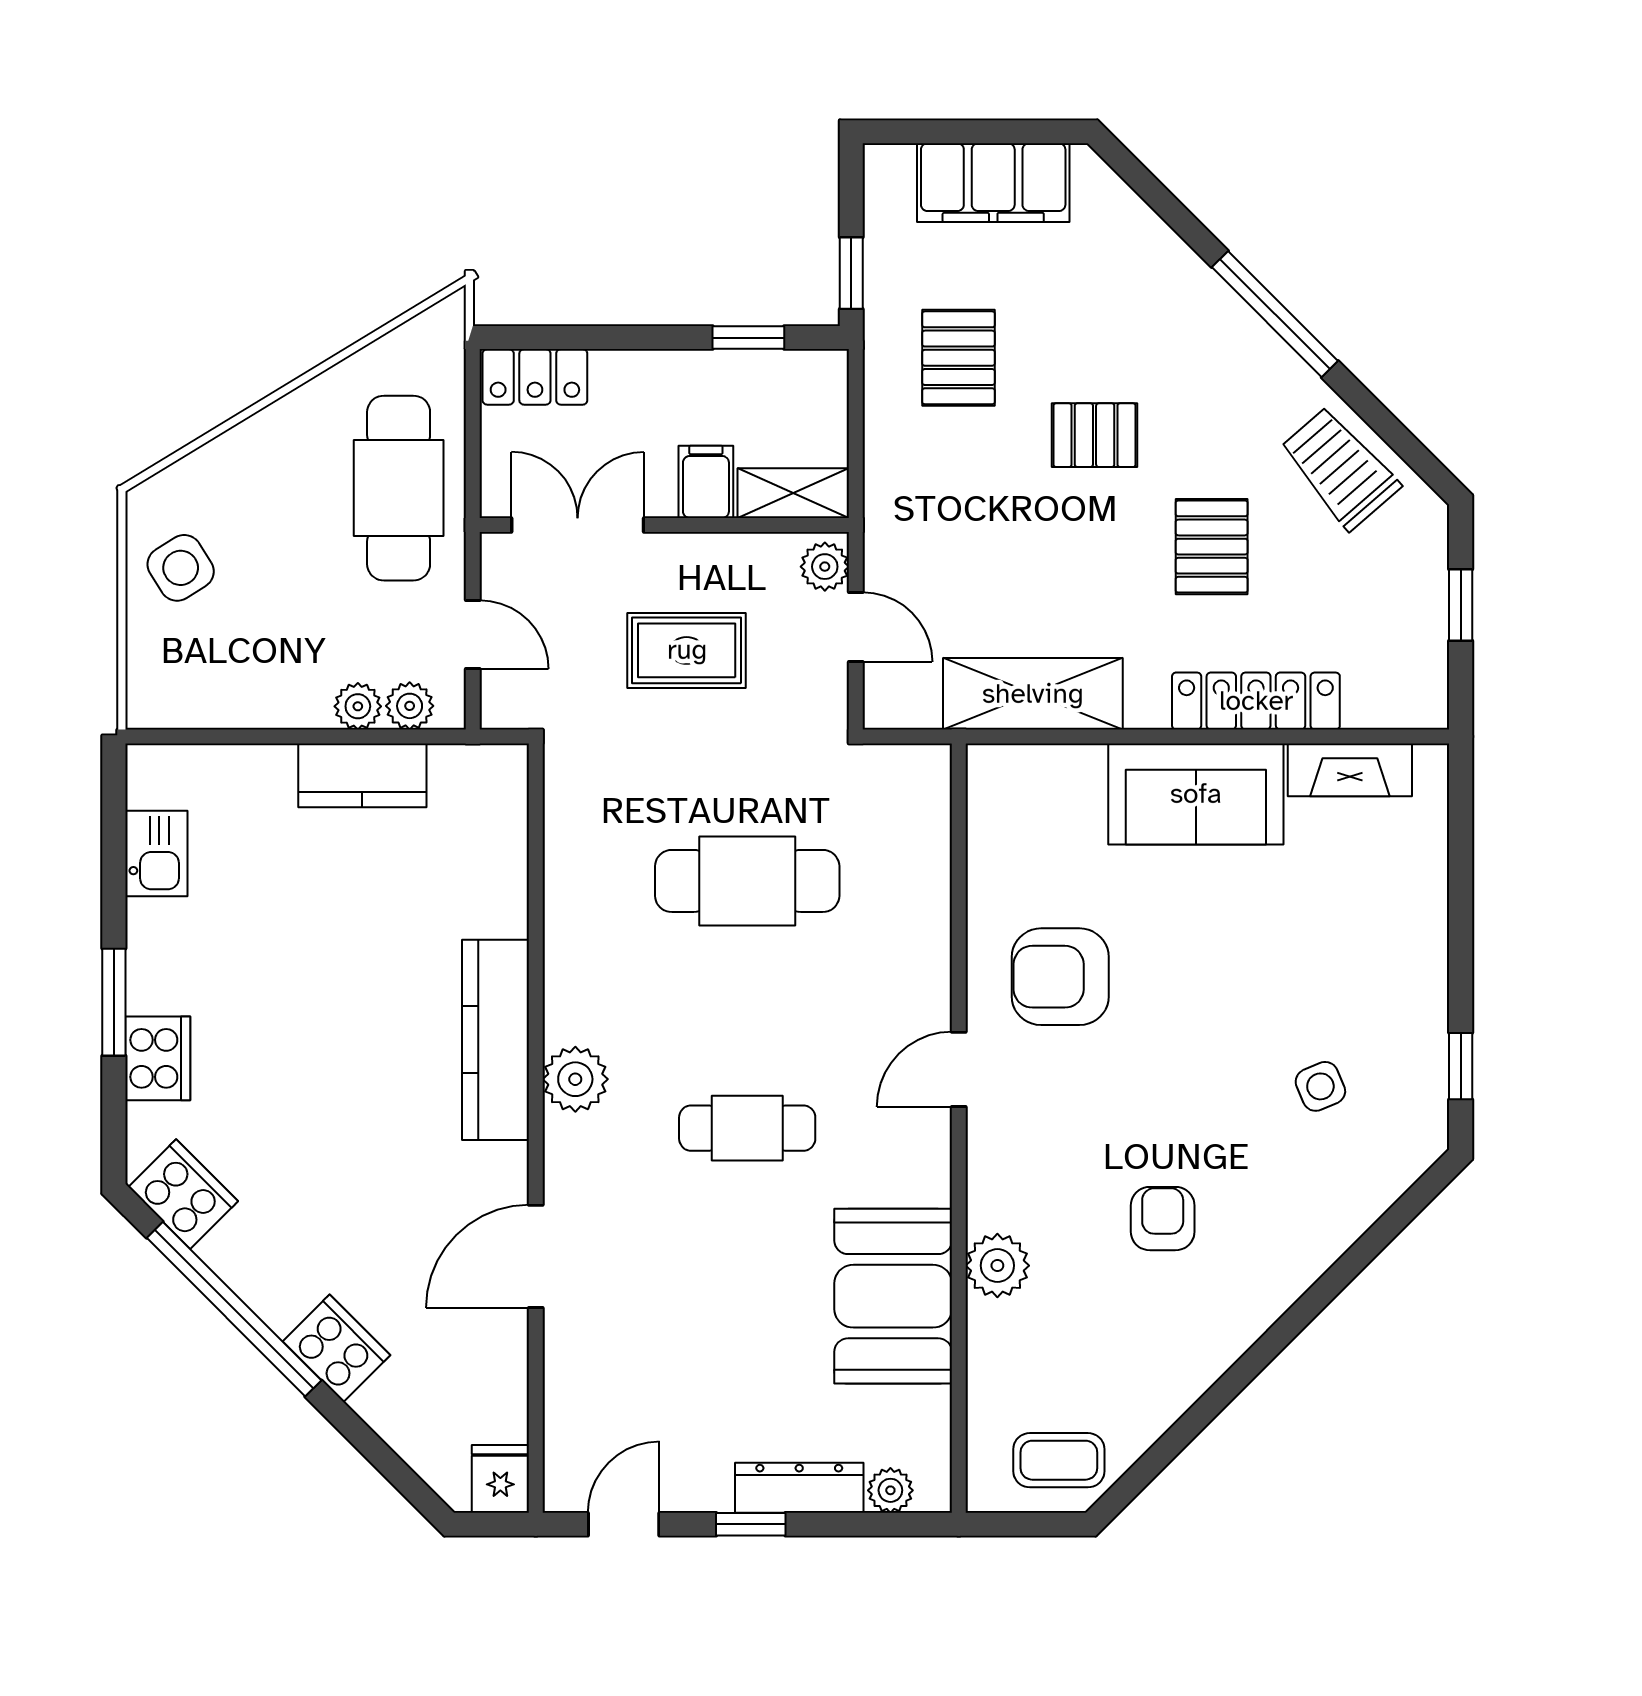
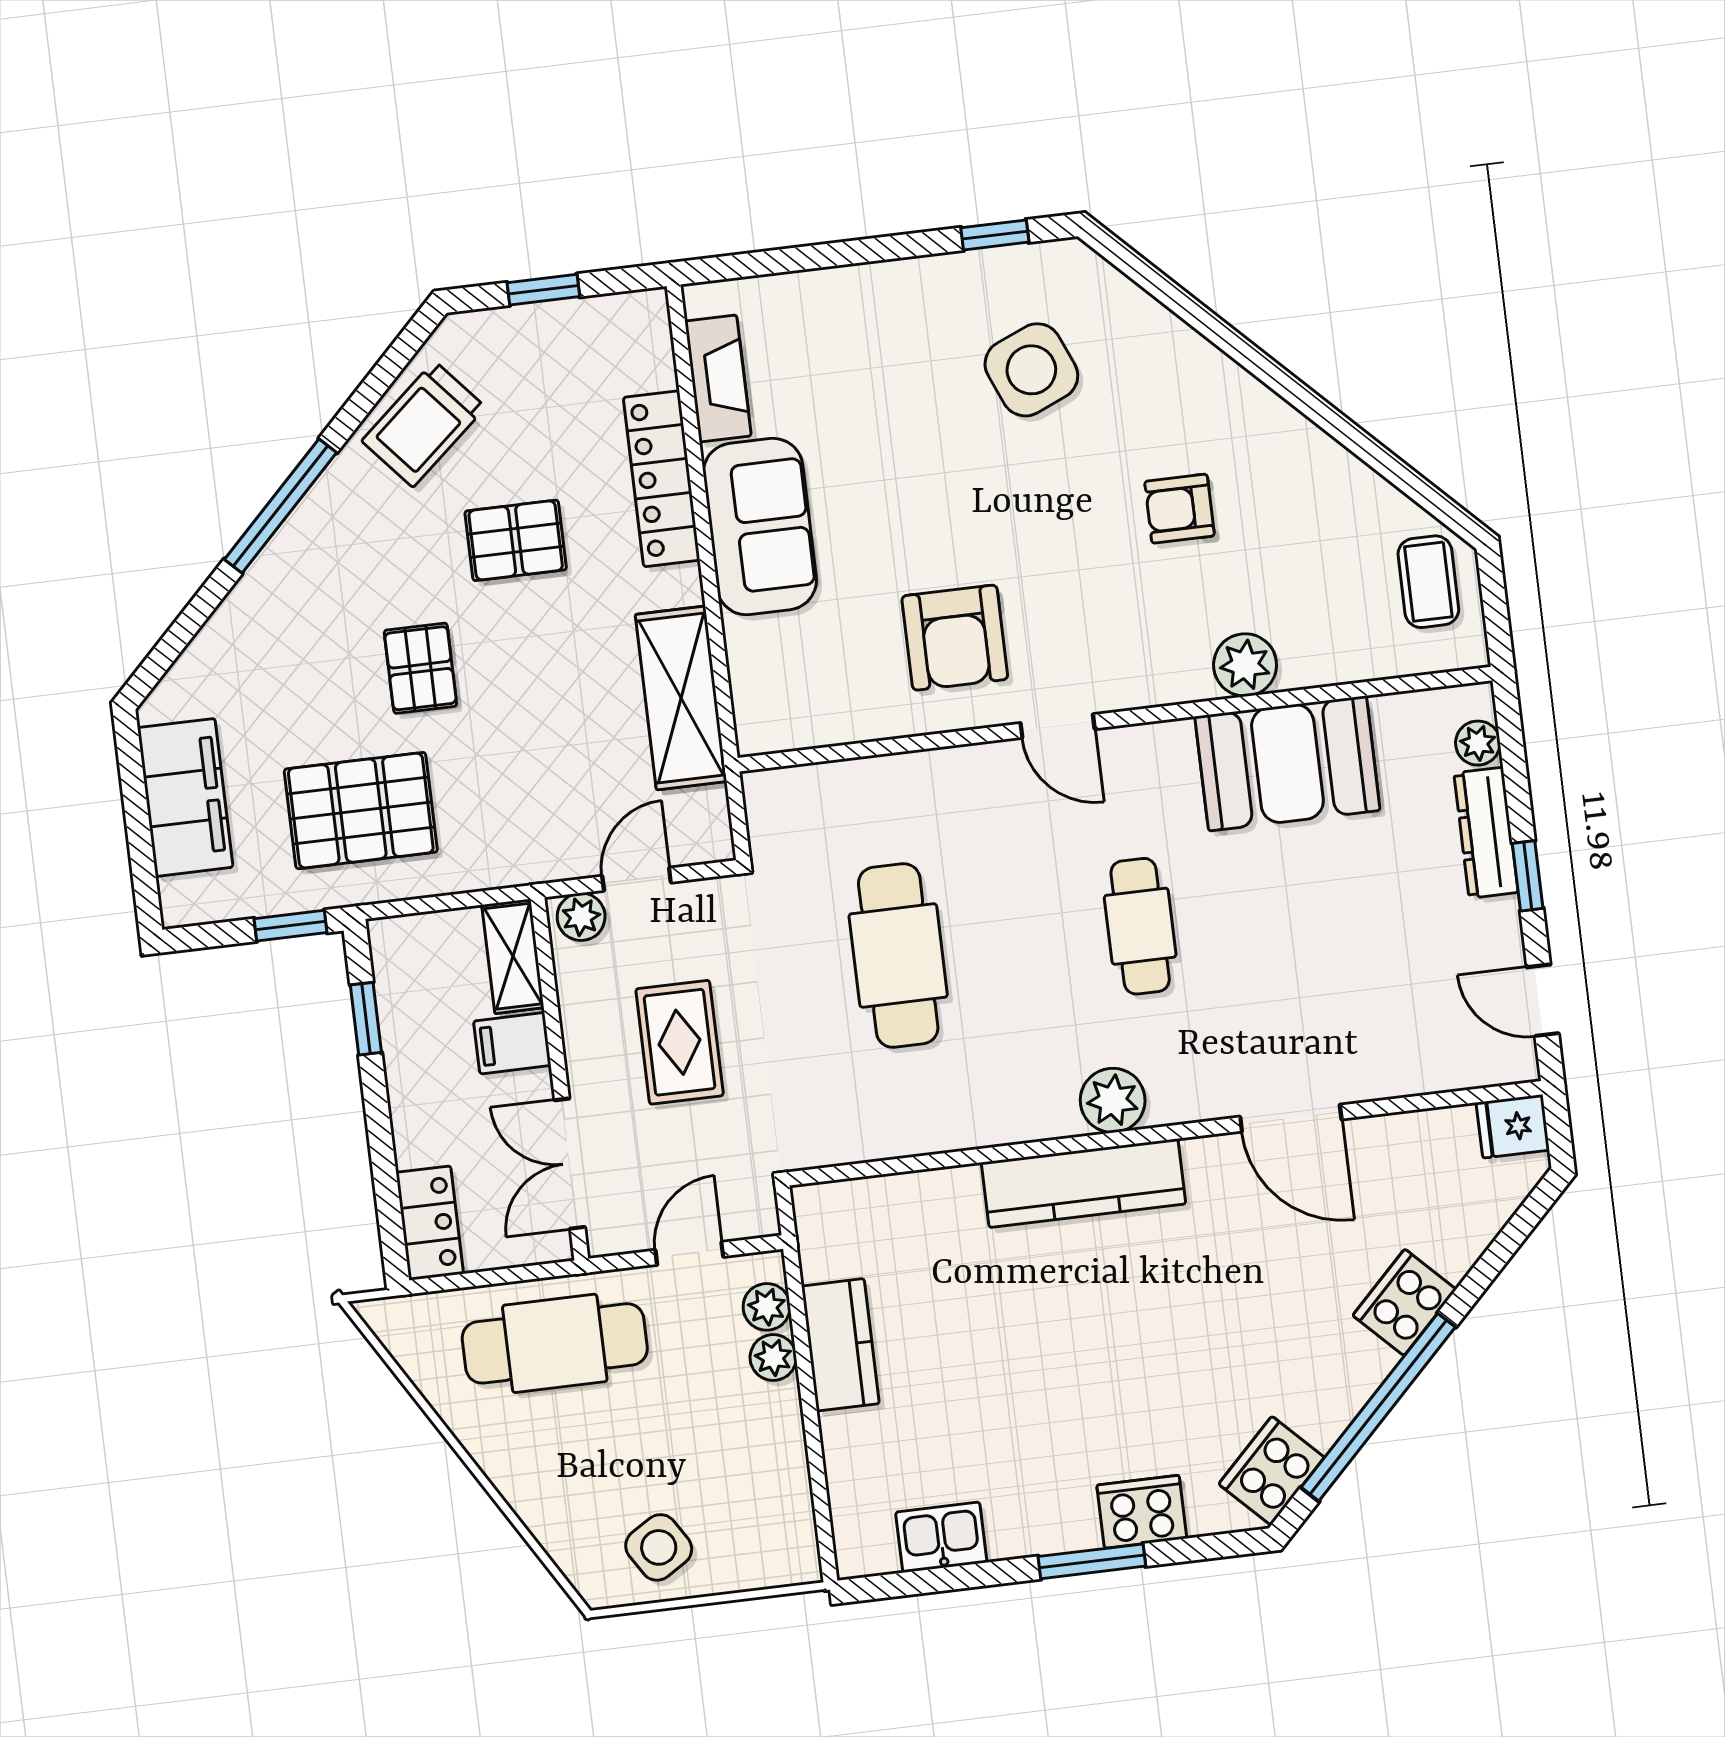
pallet: (959, 358) -> (361, 811), width x1.50, depth x1.42
side table: (1320, 1086) -> (1031, 370), width x1.87, depth x1.87

